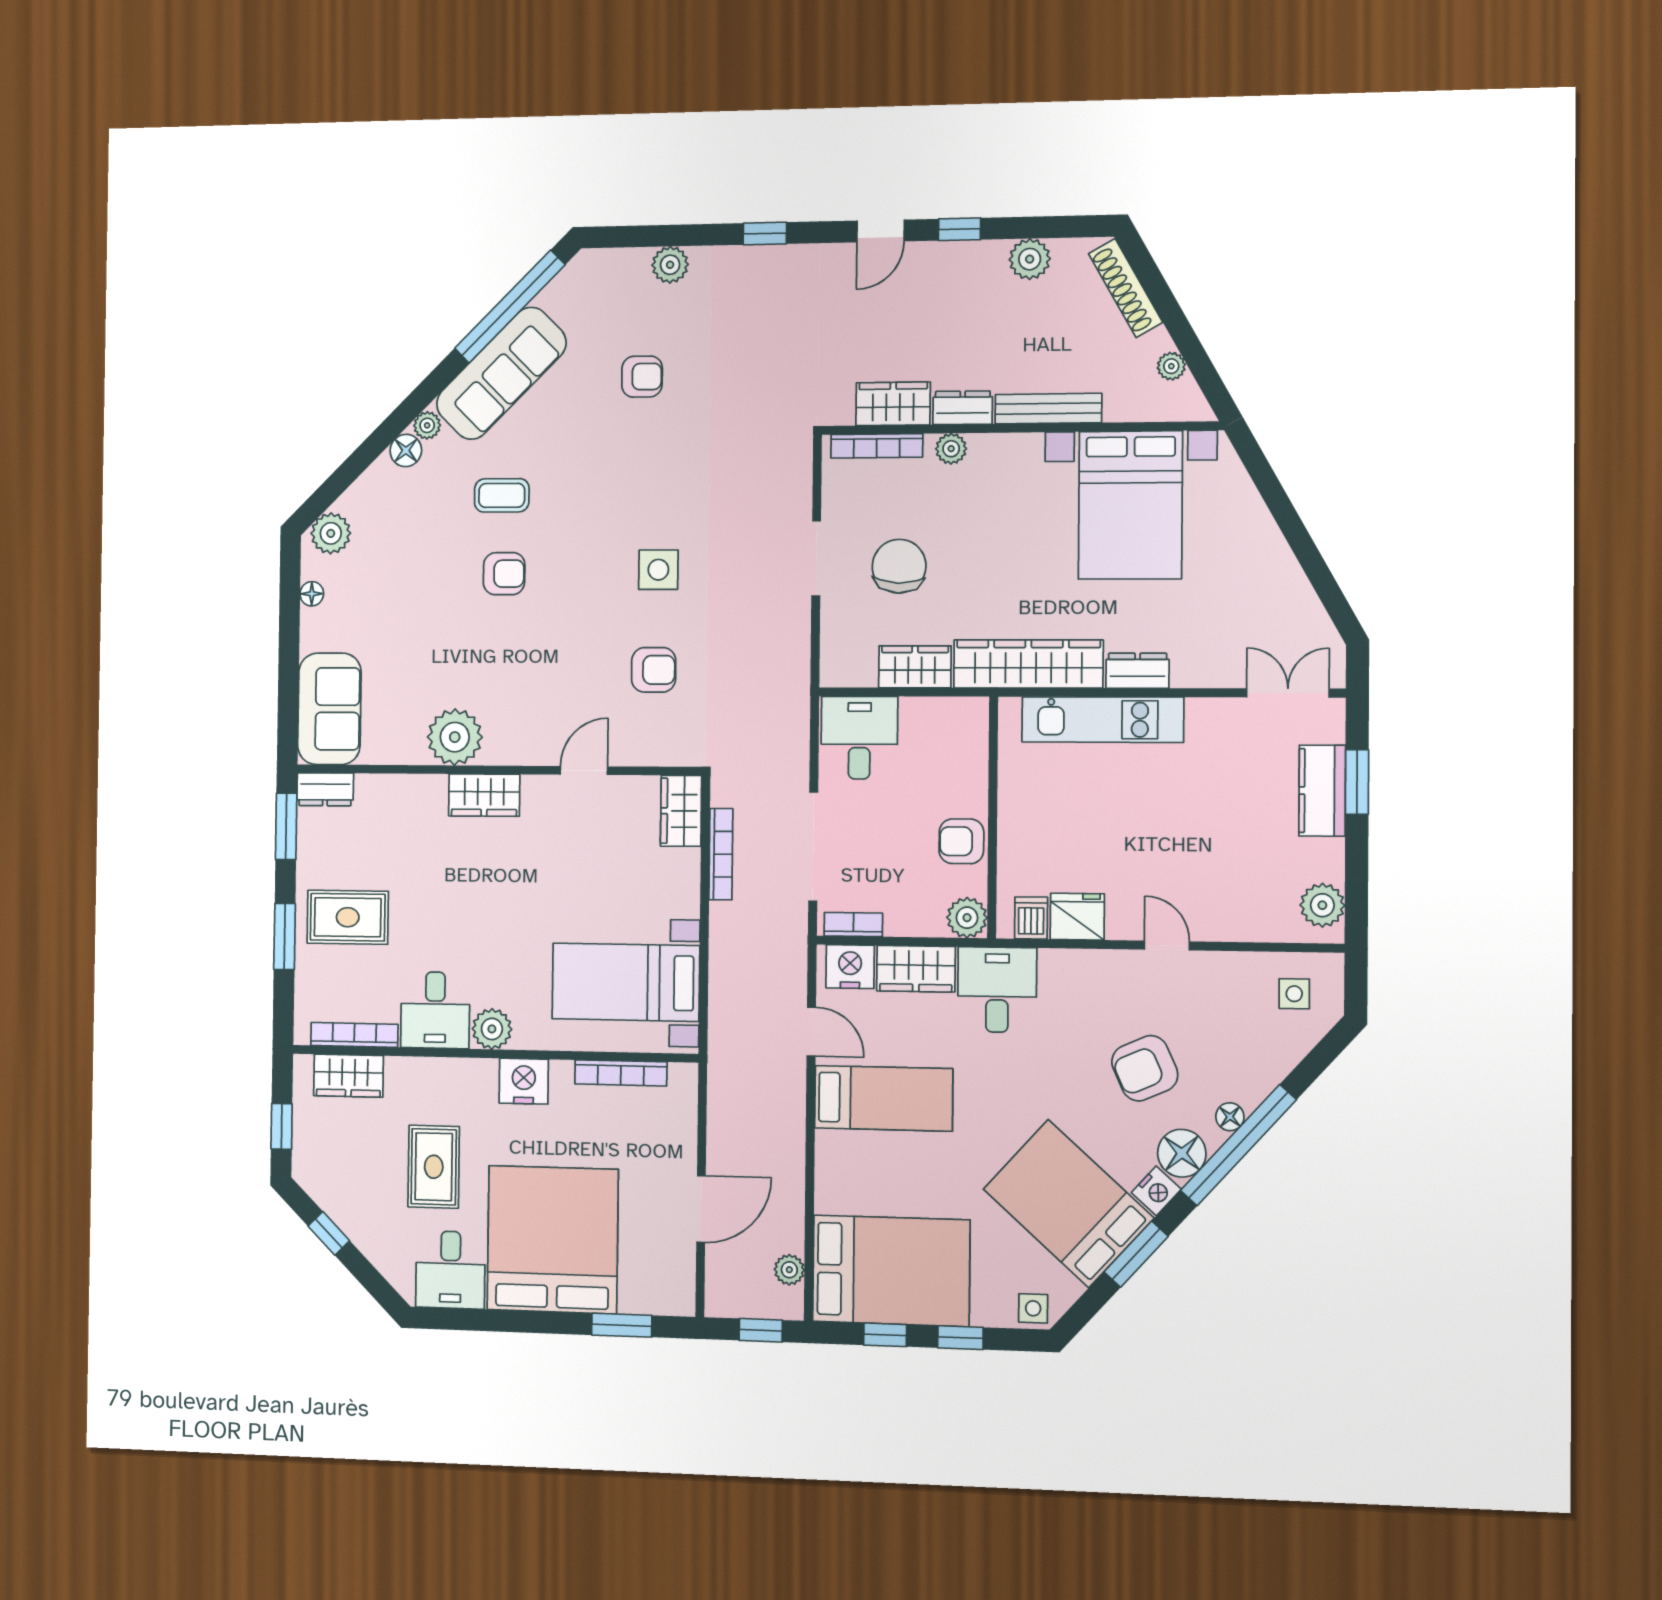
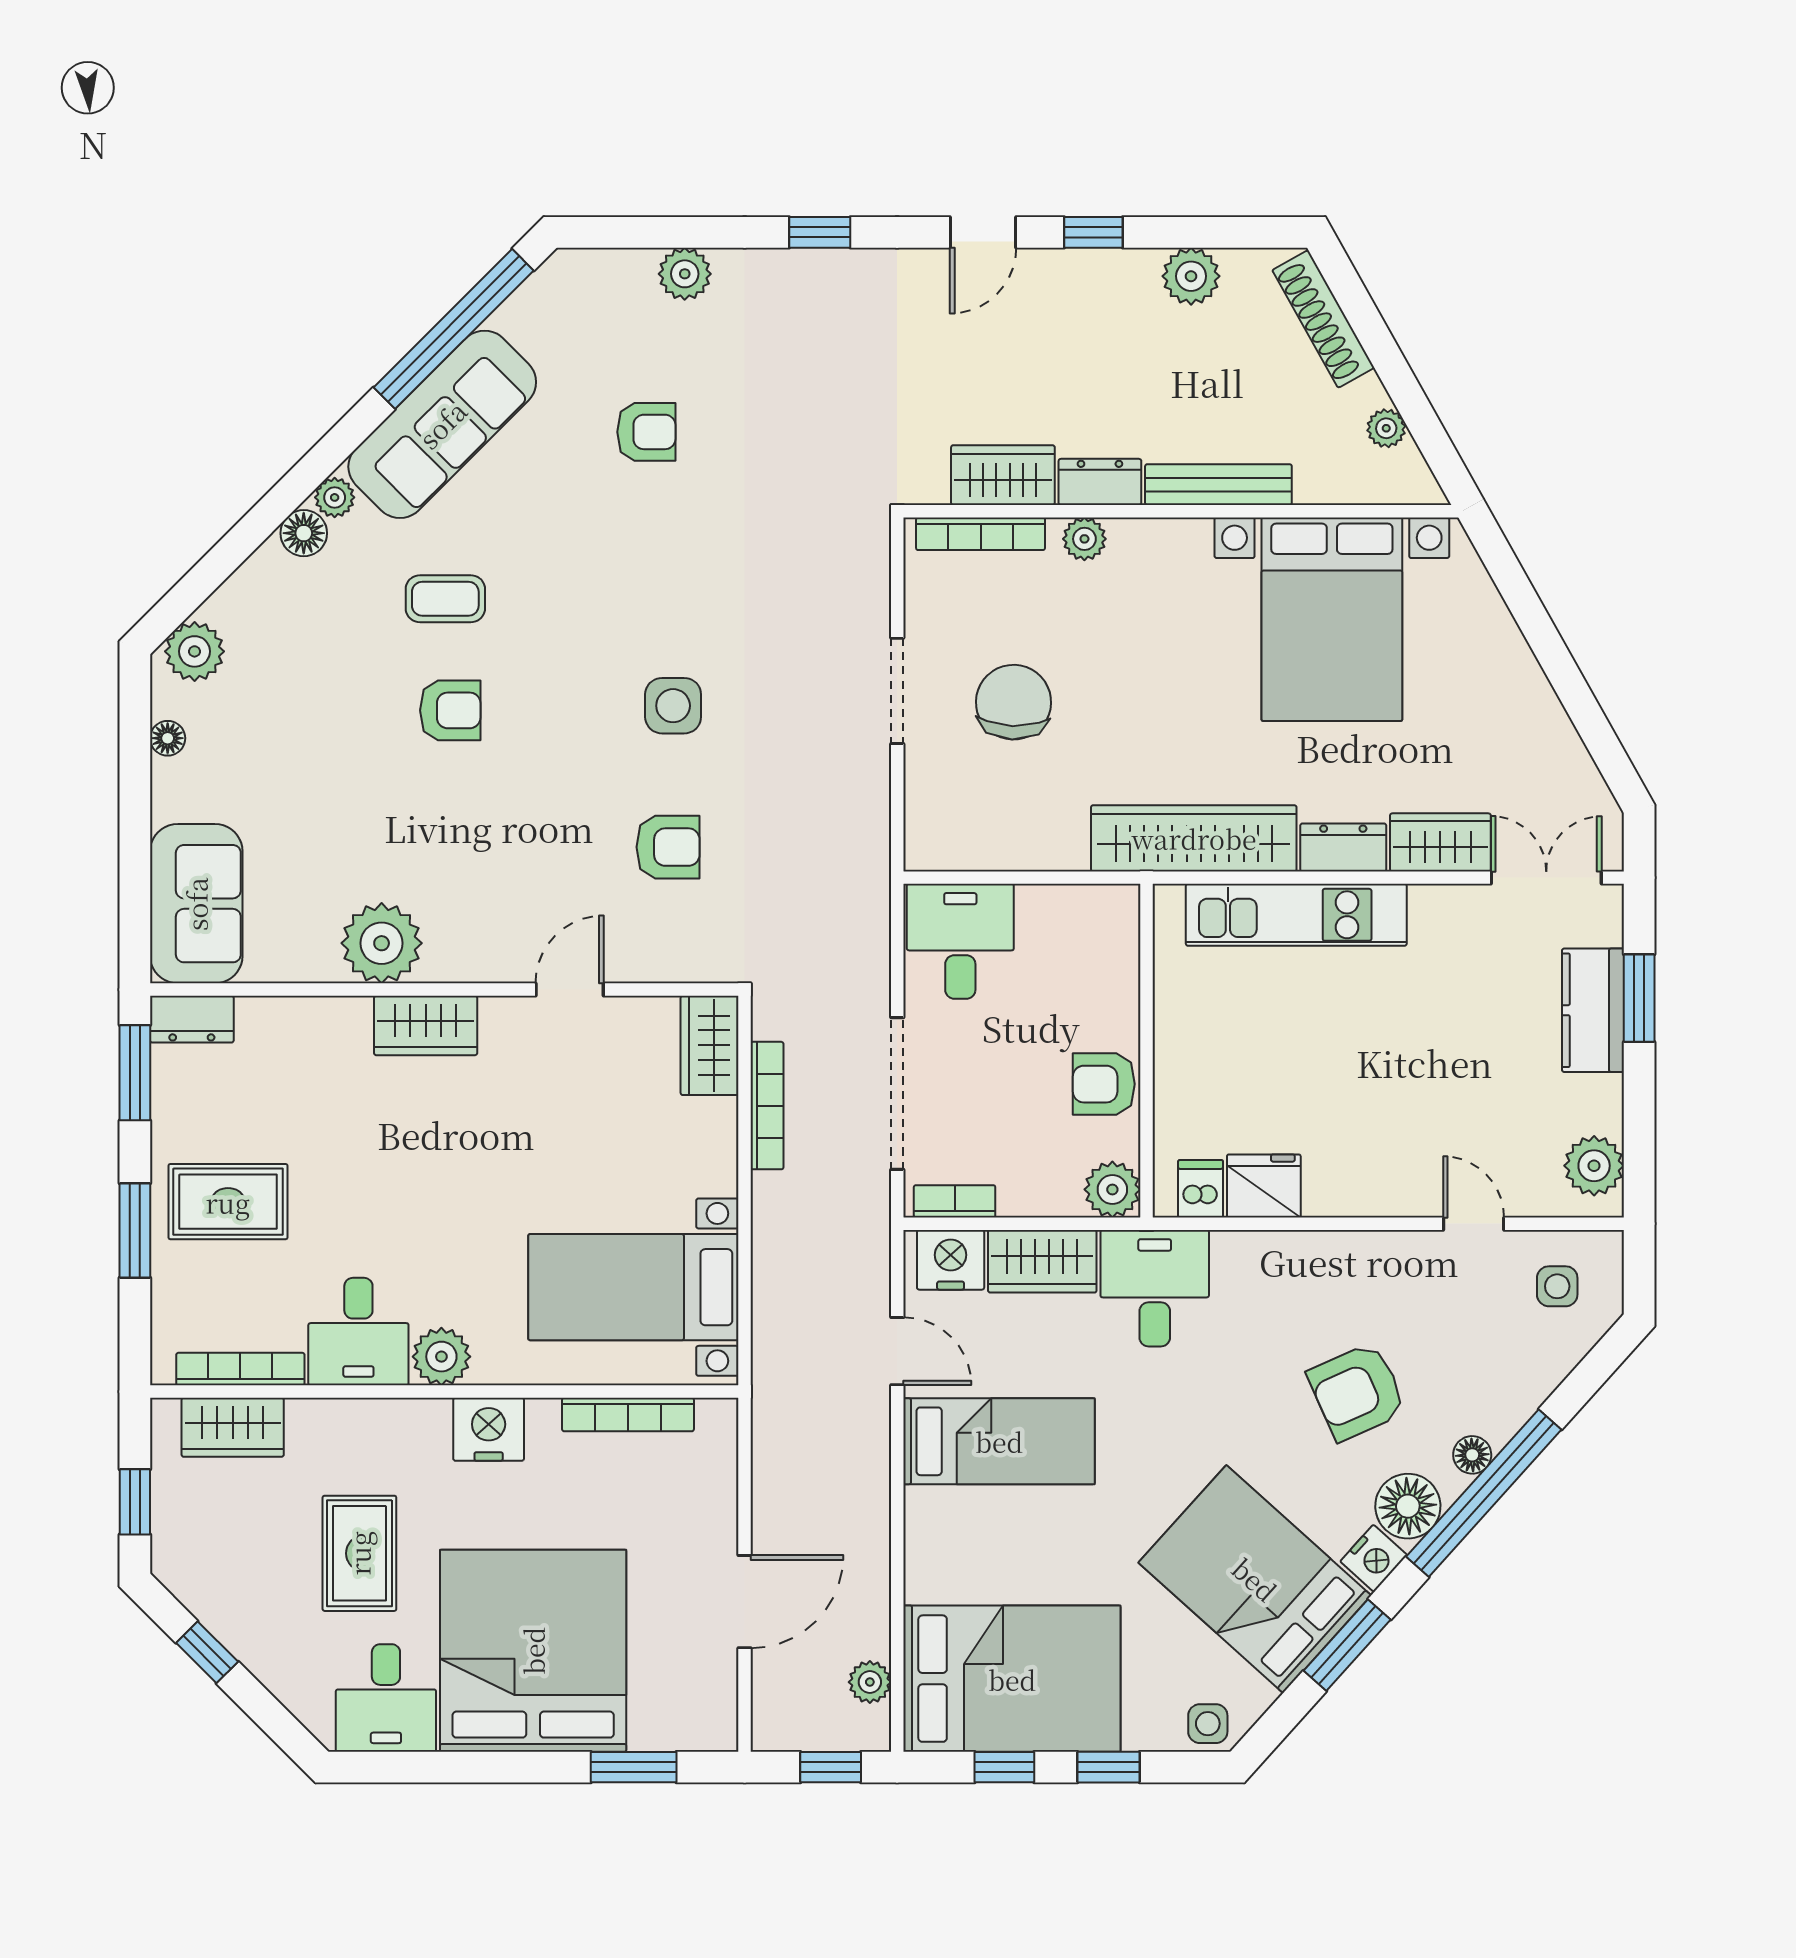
wardrobe: (915, 667) -> (1440, 842), moved
door: (1167, 946) -> (1474, 1224), moved

